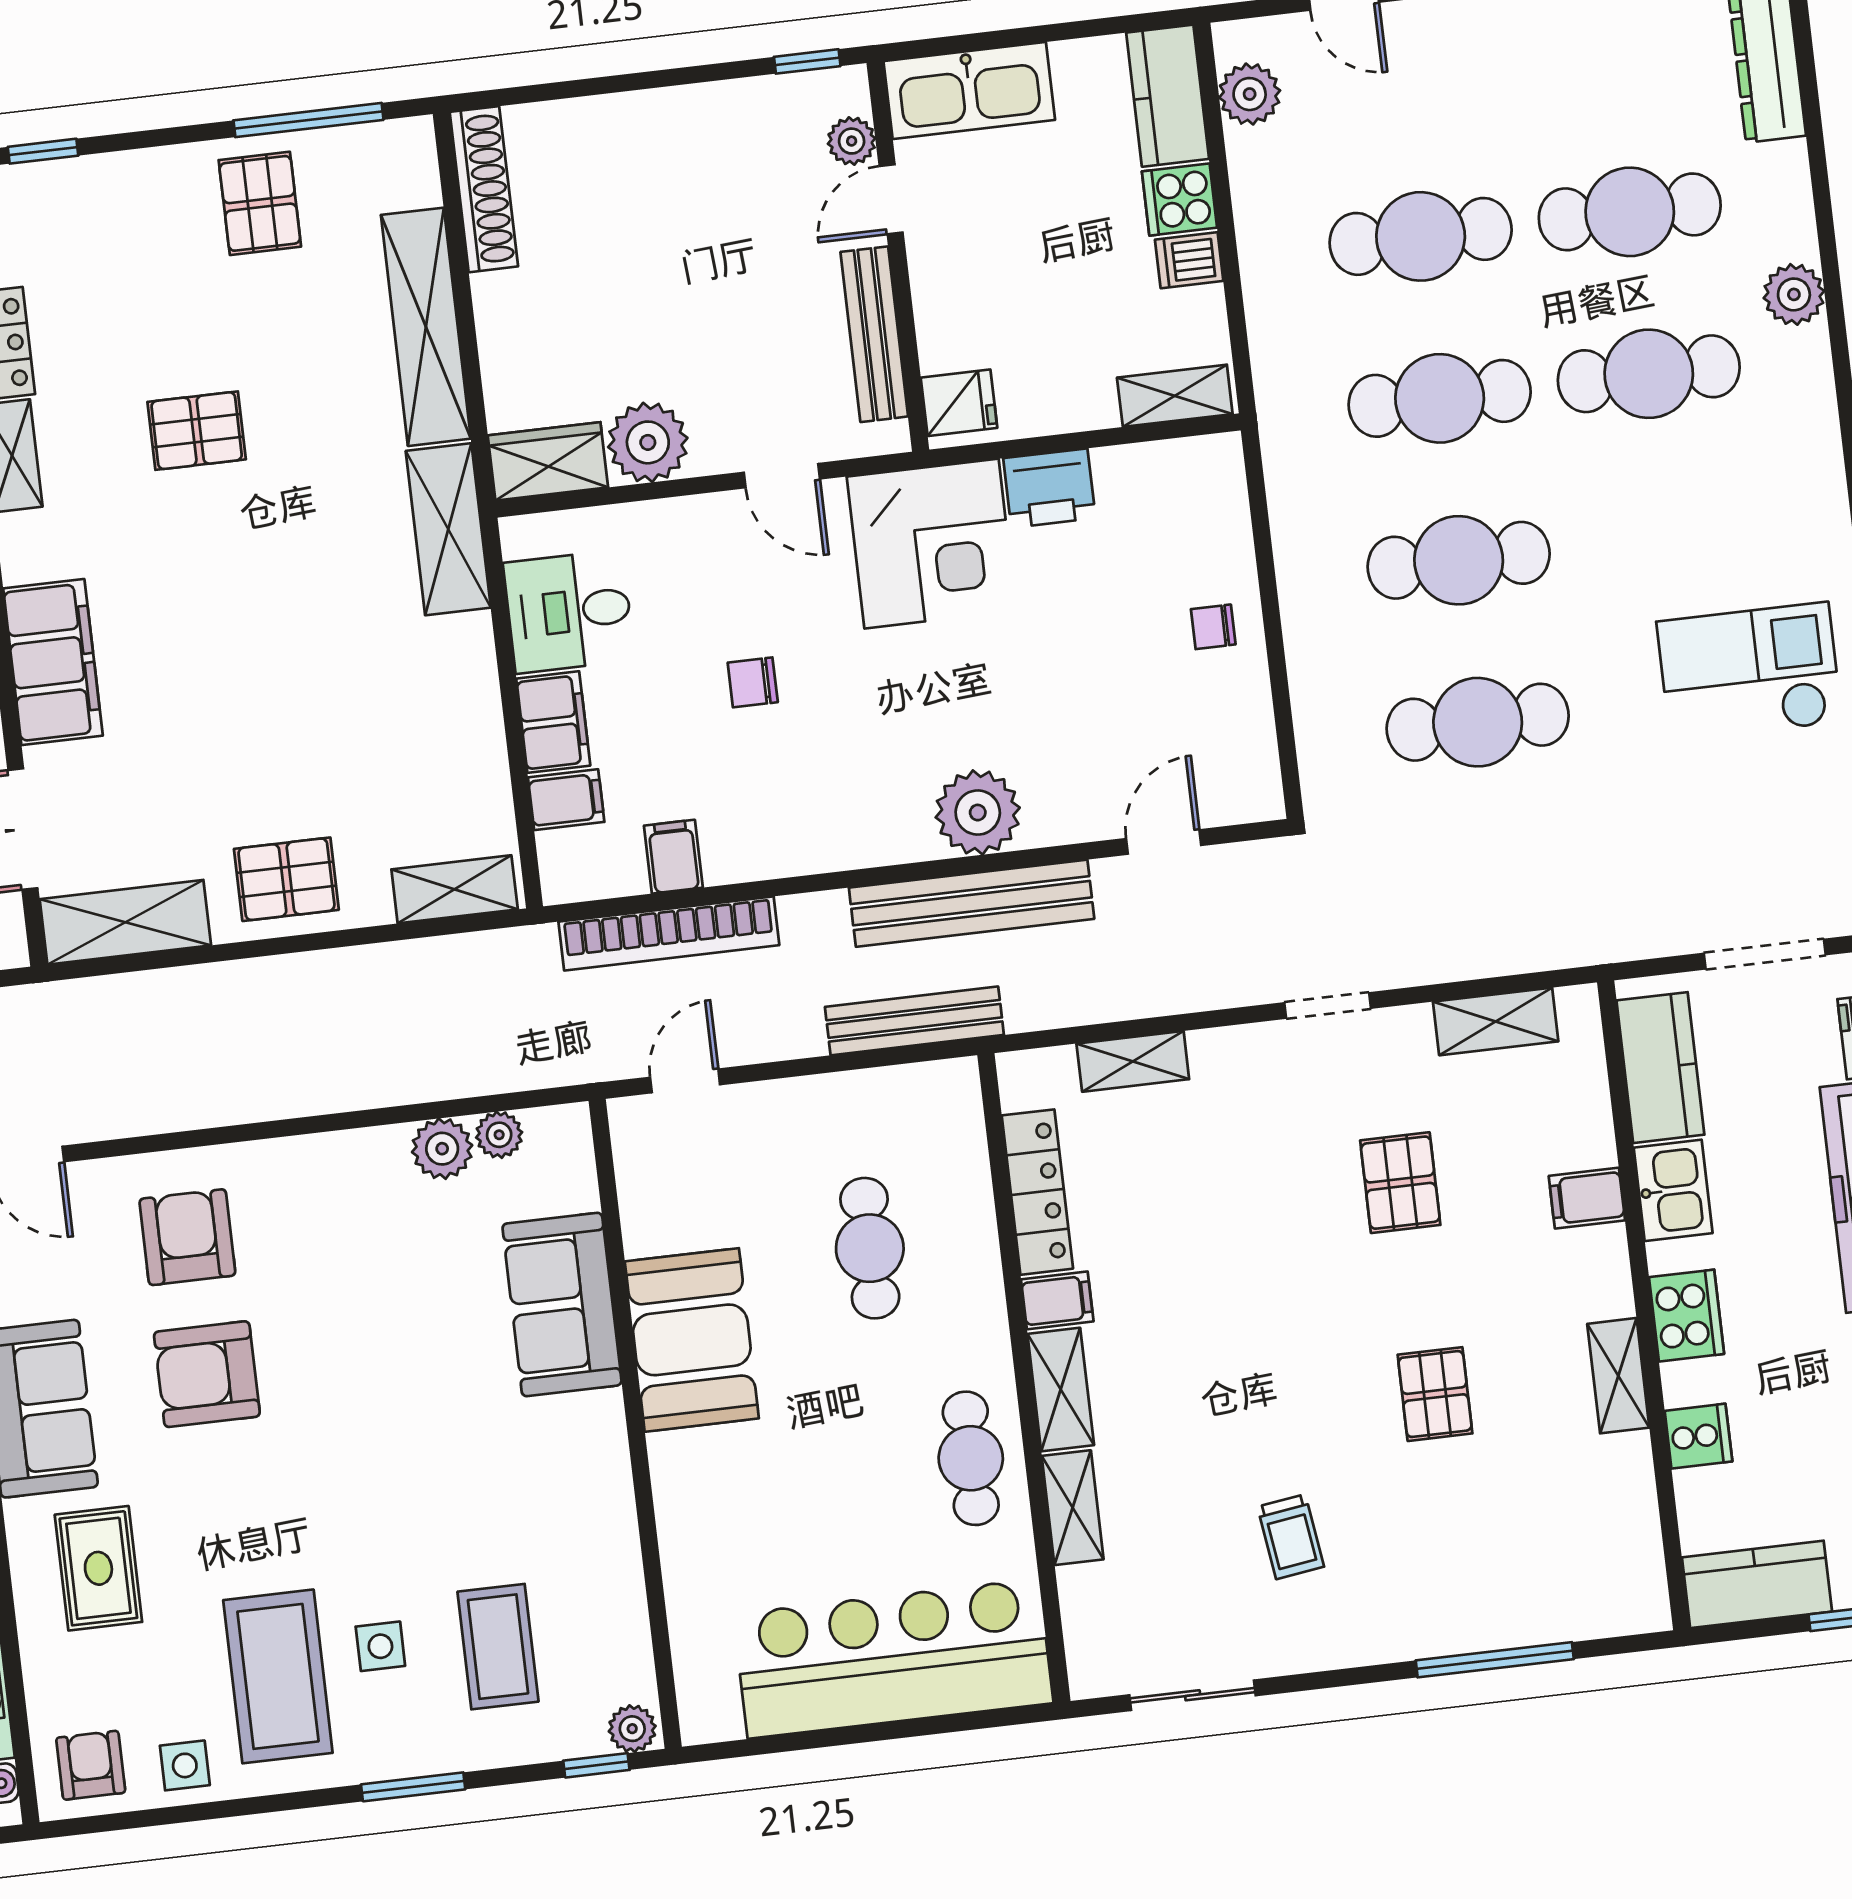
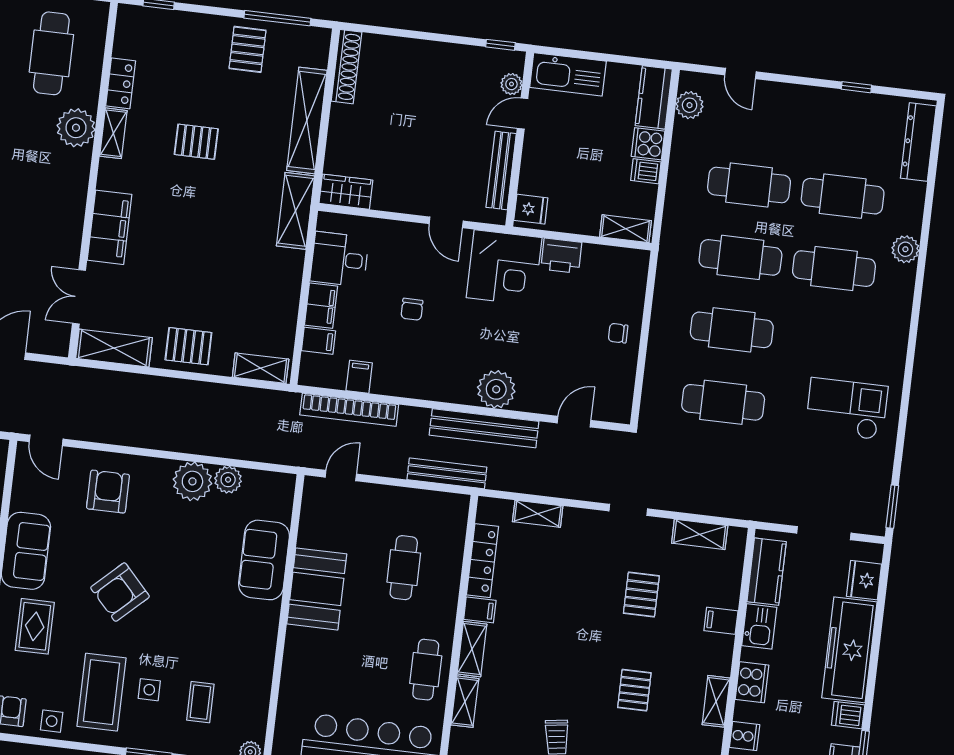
plant: (648, 442) -> (391, 194), removed
chair: (753, 682) -> (412, 309), turned -90
plant: (499, 1135) -> (192, 481), moved, width x1.88, depth x1.88
armchair: (207, 1374) -> (120, 592), moved, turned -43
coffee table: (498, 1647) -> (200, 702), width x0.73, depth x0.77

